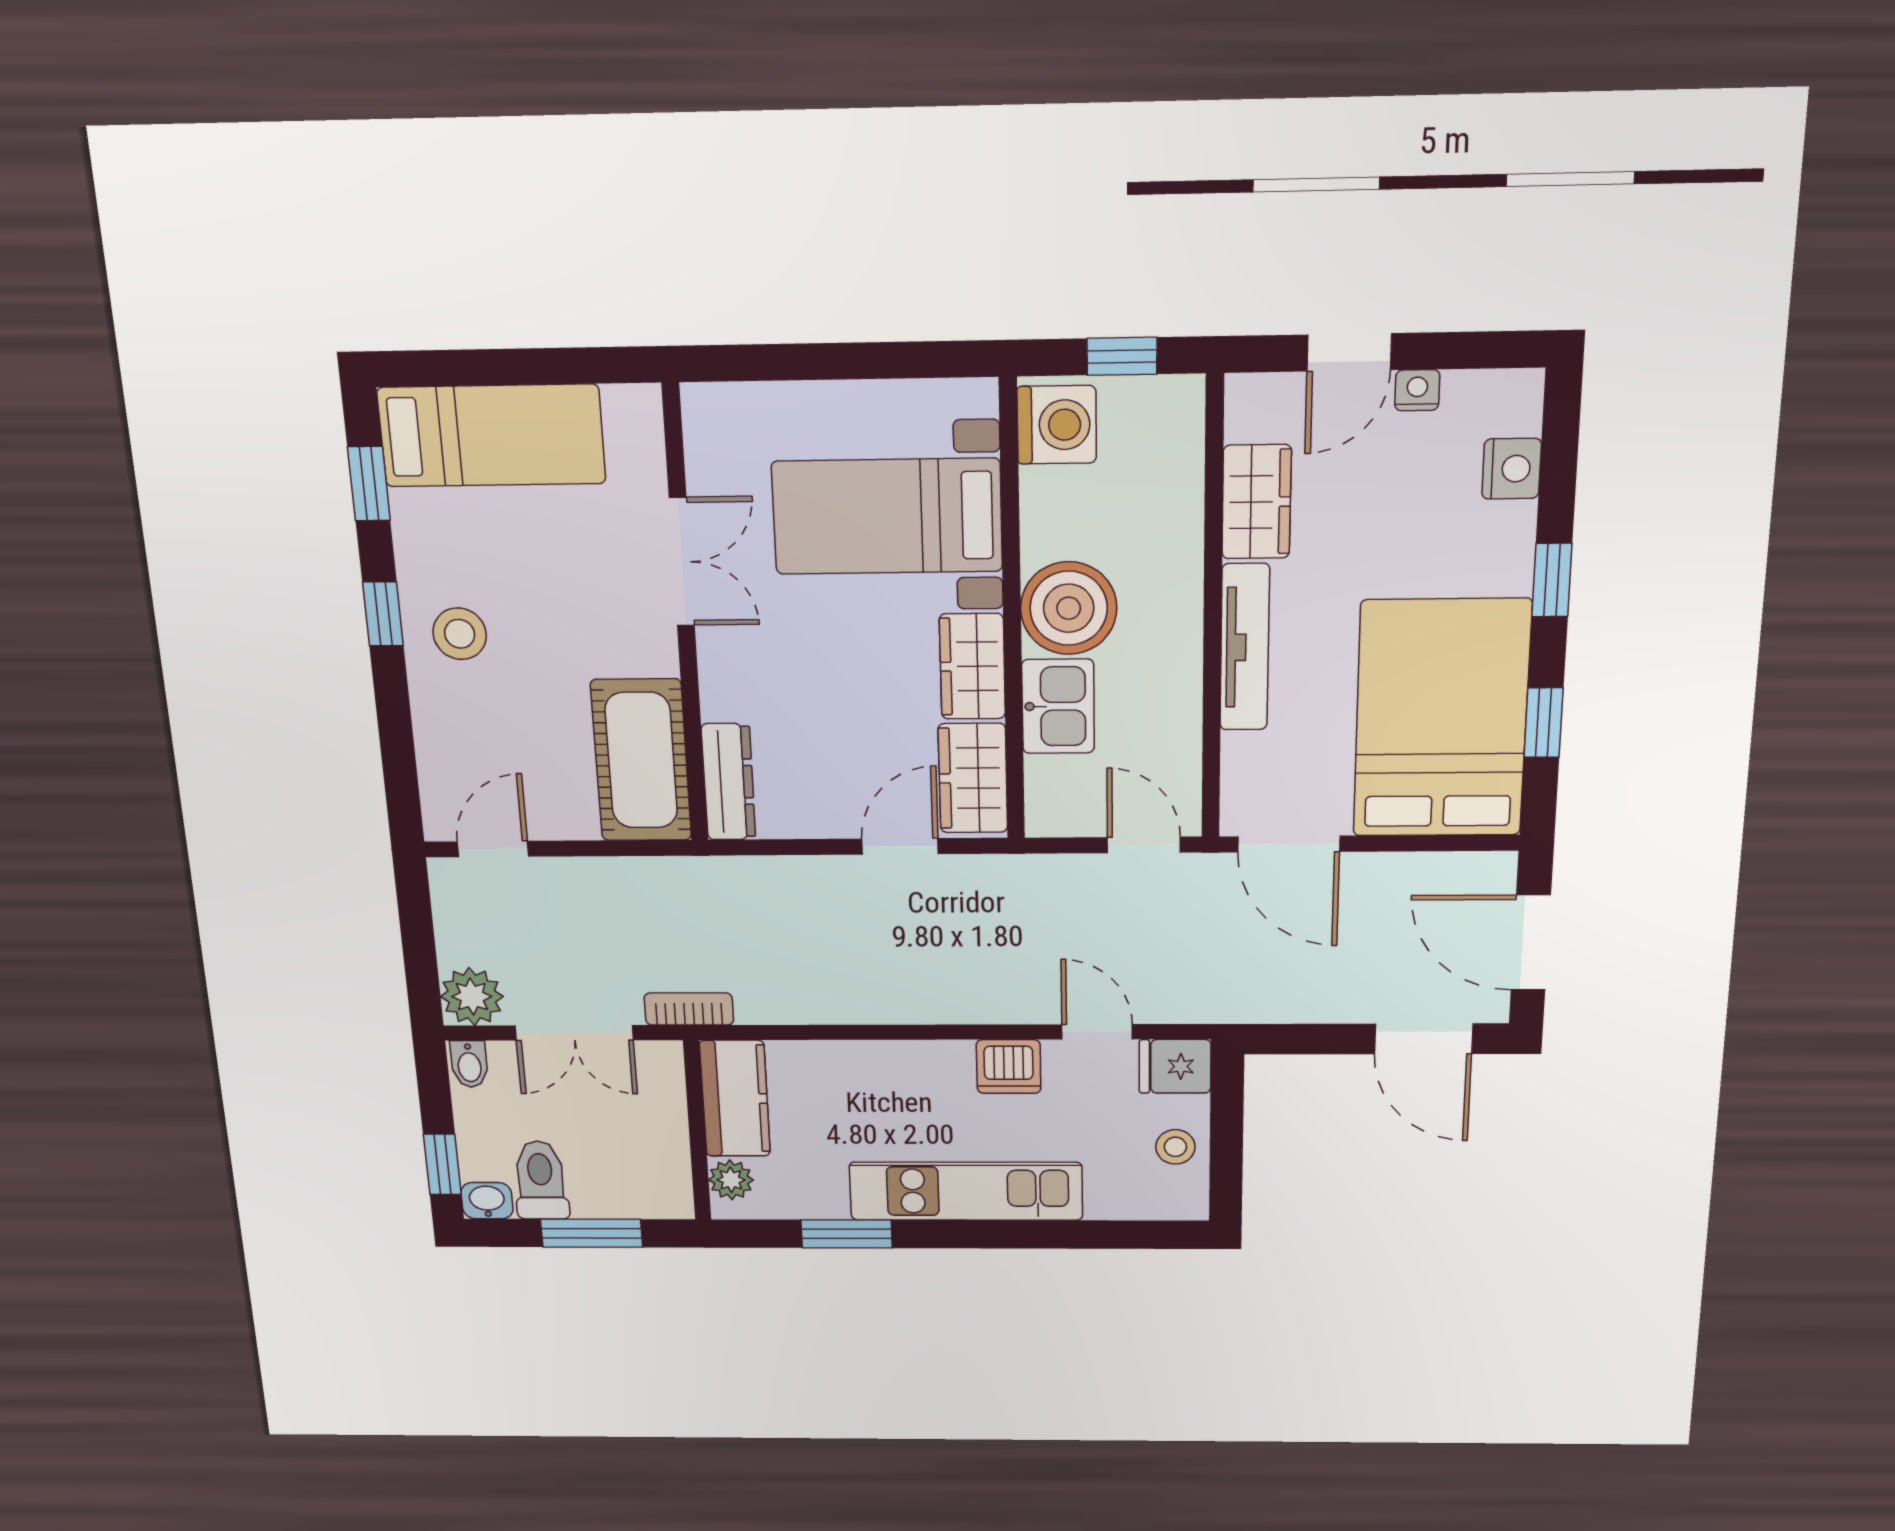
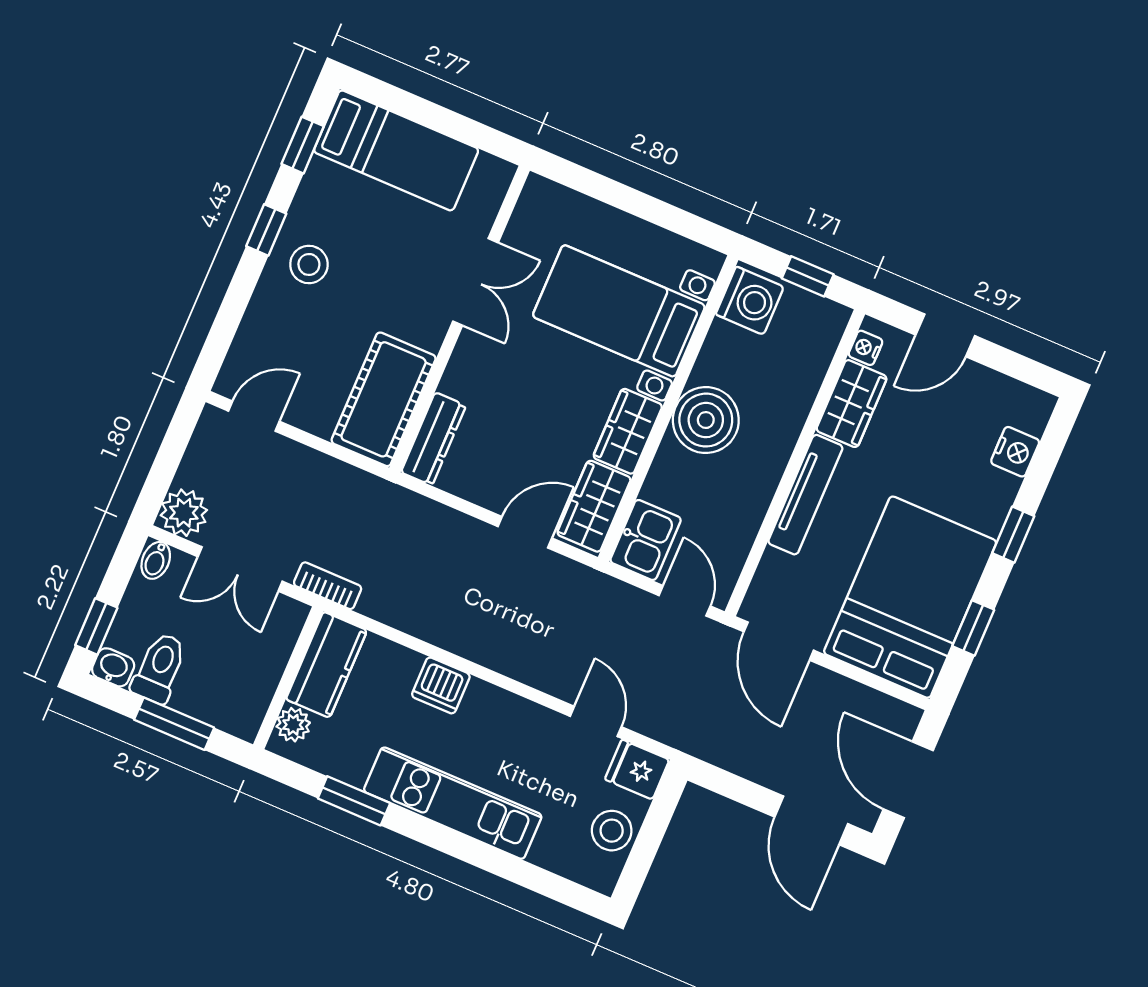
nightstand: (1417, 390) -> (866, 348), moved, turned -90
kitchen sink: (1058, 706) -> (646, 540), moved
dishwasher: (1009, 1067) -> (441, 685), moved
stool: (1175, 1147) -> (612, 831), width x1.37, depth x1.37

